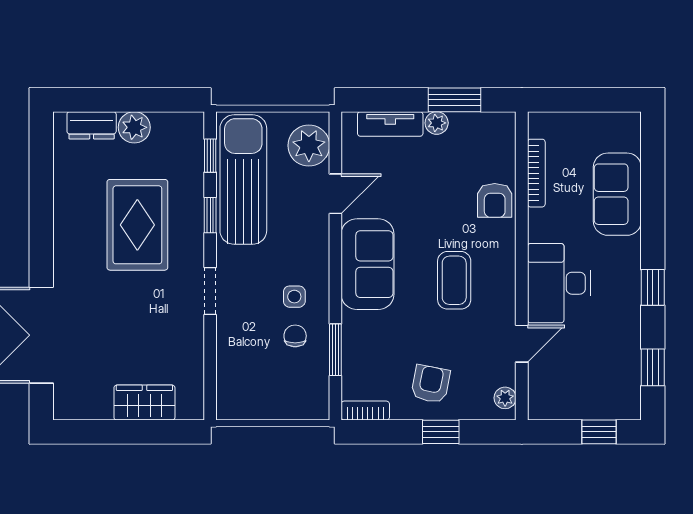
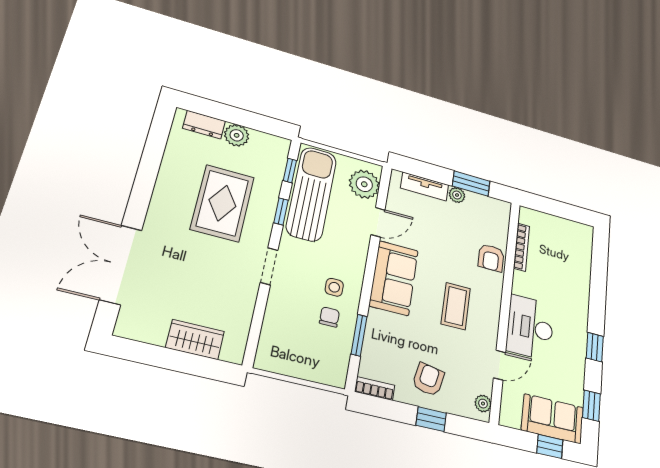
sofa: (617, 194) -> (553, 419), moved, turned 90

